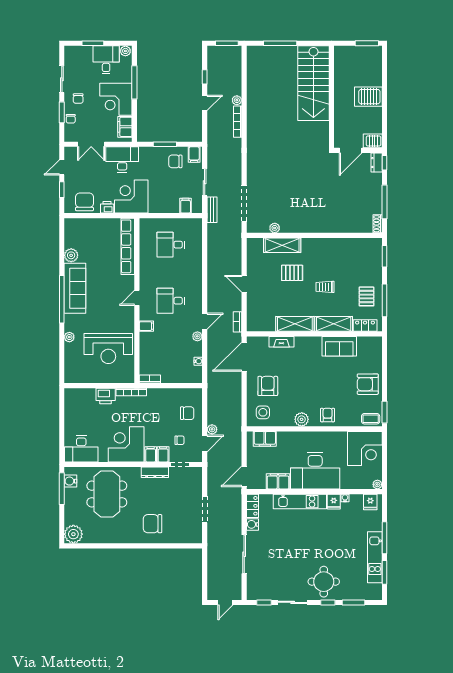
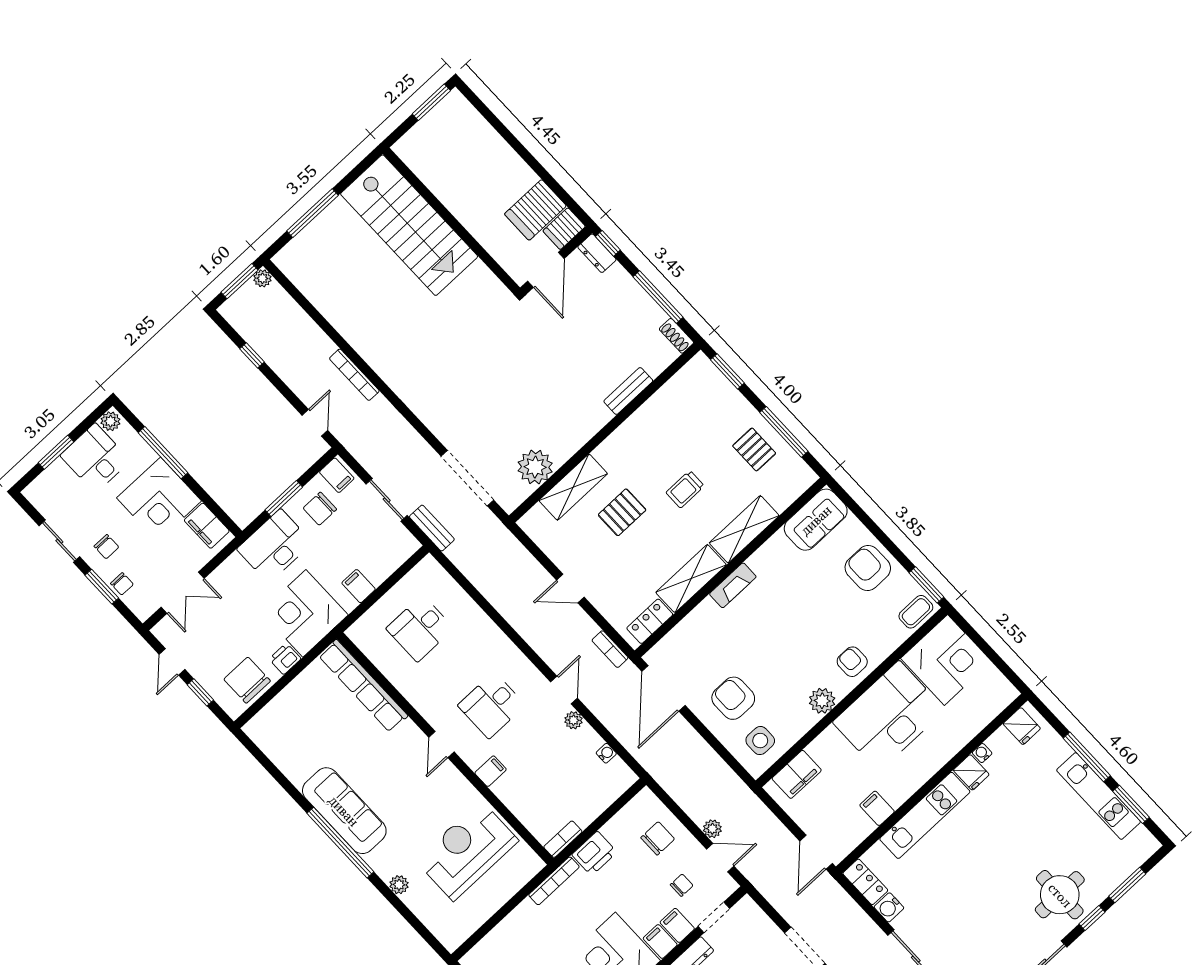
server rack: (368, 97) -> (535, 210), moved
plant: (237, 100) -> (262, 278), moved
door: (205, 103) -> (315, 423), moved
desk: (122, 159) -> (275, 546), moved
filing cabinet: (186, 206) -> (359, 586), moved
plant: (275, 228) -> (535, 467), width x1.87, depth x1.87
bench: (339, 228) -> (628, 391), added
plant: (71, 255) -> (297, 770), removed
locker: (365, 326) -> (650, 621), moved
fireplace: (281, 342) -> (733, 585), moved
sofa: (339, 346) -> (816, 520), moved
reception desk: (108, 349) -> (467, 851), turned 180
armchair: (368, 384) -> (868, 568), turned 90
printer: (106, 396) -> (594, 853), moved
door: (205, 444) -> (720, 858), hinge flipped
desk: (315, 471) -> (889, 716), moved, turned 180
filing cabinet: (278, 481) -> (877, 808), width x0.50
plant: (377, 484) -> (1009, 693), removed

